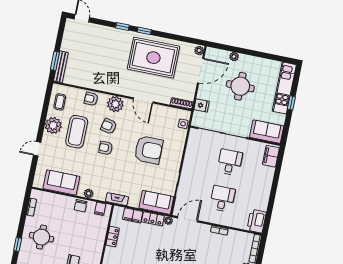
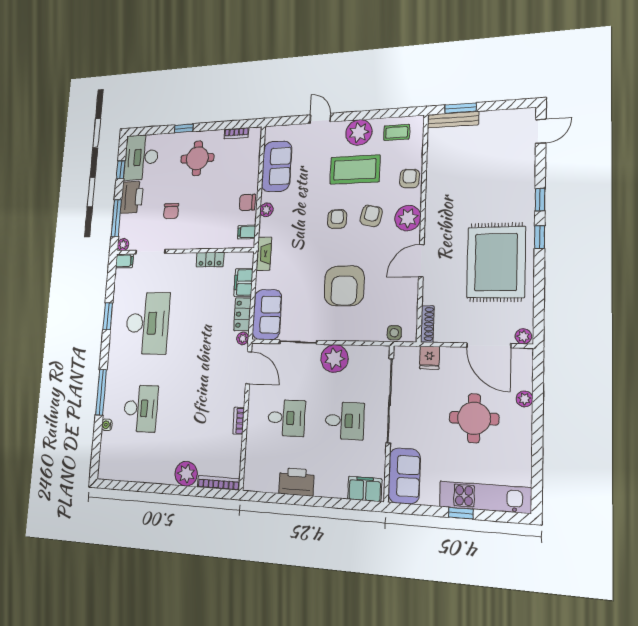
plant: (192, 163) -> (334, 358), added
printer: (257, 221) -> (296, 482), moved

